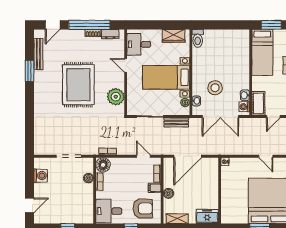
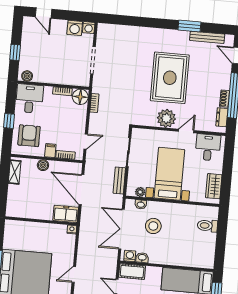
toilet: (198, 38) -> (207, 226), moved
rug: (78, 85) -> (170, 78), turned 90
plant: (116, 97) -> (166, 118), moved
washing machine: (39, 163) -> (89, 28), added
boiler: (88, 178) -> (27, 76), moved
armchair: (143, 208) -> (29, 136), turned 180
freezer: (207, 216) -> (66, 214), moved, turned -90

